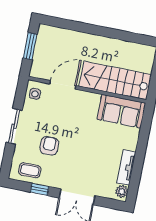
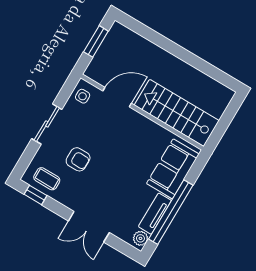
sofa: (121, 111) -> (173, 169), moved, turned 90
armchair: (49, 146) -> (78, 159), turned 90
window: (139, 162) -> (171, 212), added
window: (40, 189) -> (36, 195), moved

